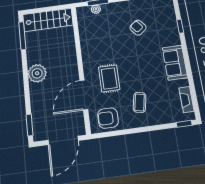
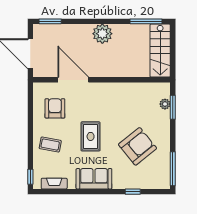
armchair: (138, 28) -> (138, 146), width x1.88, depth x1.88
rug: (109, 78) -> (91, 136), moved, turned 90
coffee table: (140, 102) -> (50, 145), moved
armchair: (108, 118) -> (55, 108), moved

